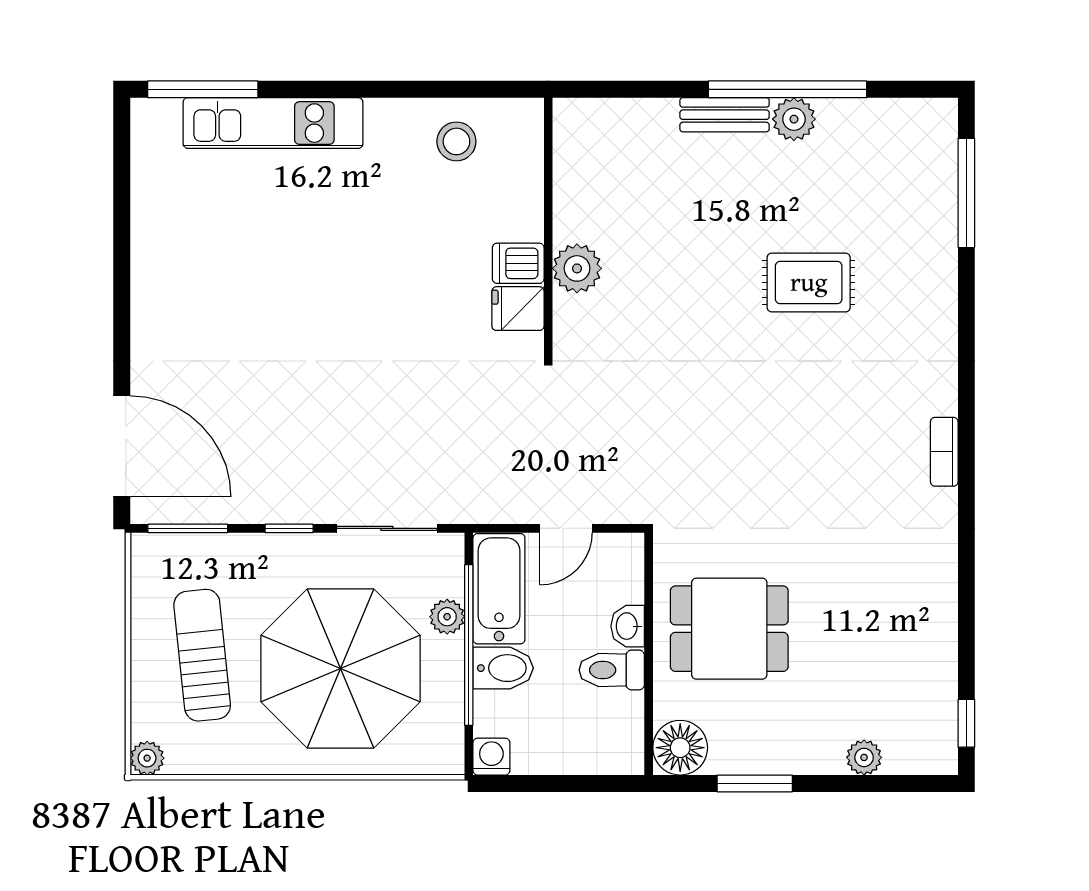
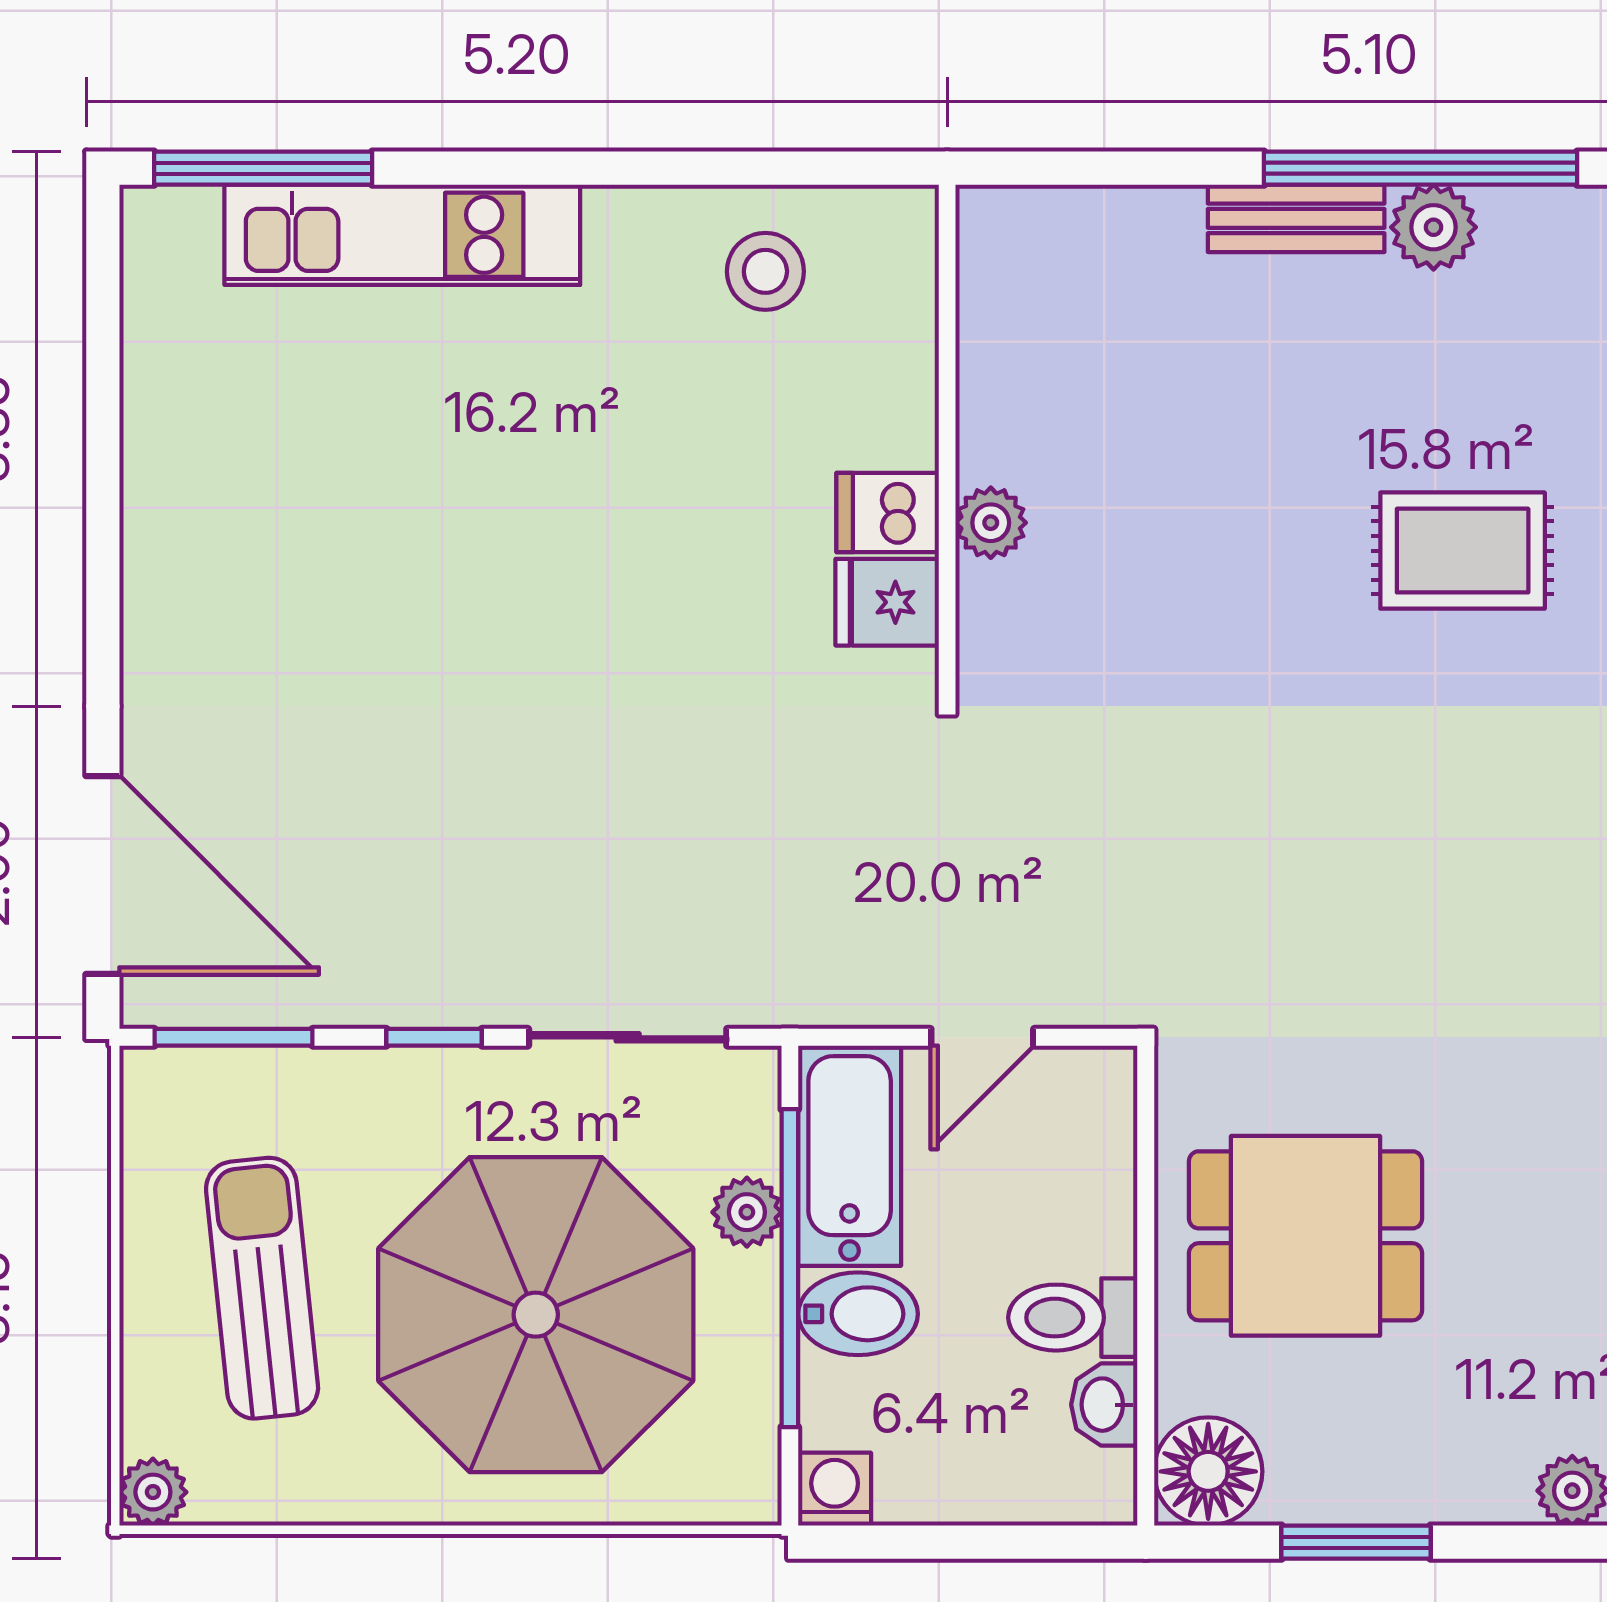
plant: (577, 268) -> (991, 523), width x0.73, depth x0.73
washbasin: (628, 626) -> (1104, 1405), moved

